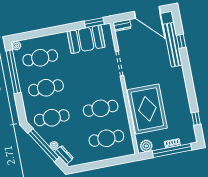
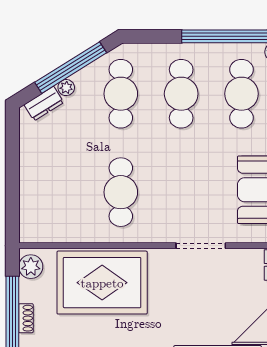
cafe table: (106, 138) -> (60, 192), removed

